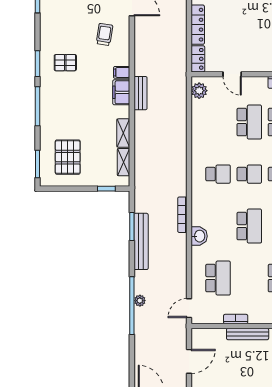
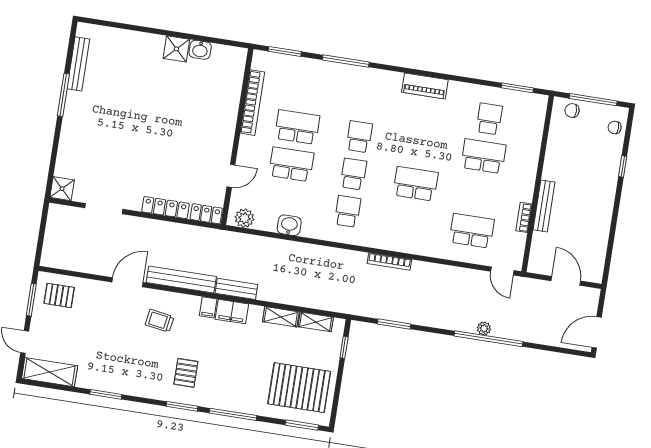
pallet: (68, 157) -> (299, 388), width x1.37, depth x1.41
washbasin: (199, 236) -> (289, 225), moved
bench: (141, 241) -> (181, 279), moved

